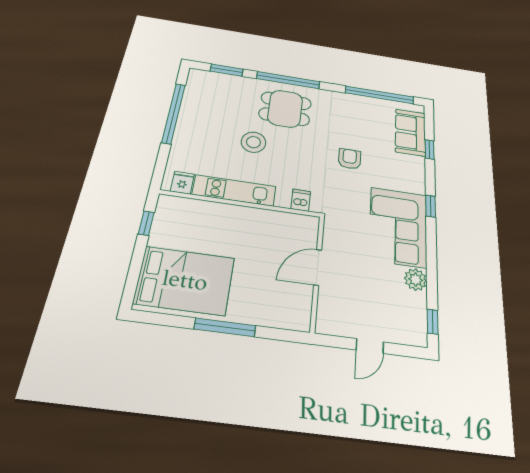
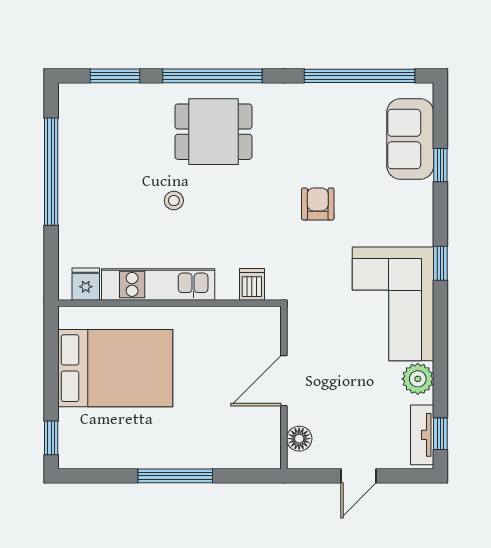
stool: (253, 142) -> (174, 201), width x0.53, depth x0.53
window: (146, 223) -> (51, 438), moved
bed: (185, 280) -> (115, 368), moved
floor lamp: (326, 311) -> (299, 439), added
tv unit: (419, 321) -> (422, 435), added

